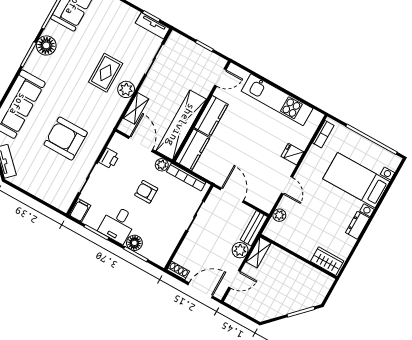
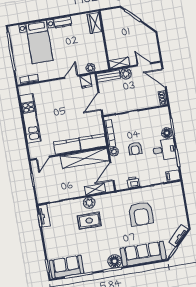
floor lamp: (46, 45) -> (115, 261), moved
door: (220, 77) -> (43, 158), swing flipped
fridge: (292, 154) -> (86, 81), moved

